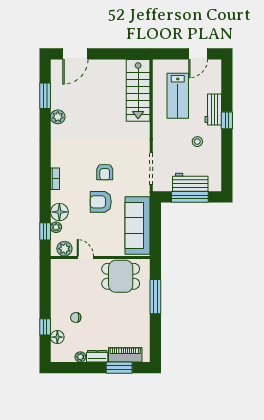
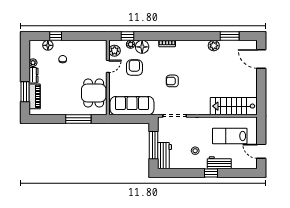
workbench: (190, 182) -> (164, 156), moved
armchair: (101, 202) -> (134, 68), moved

